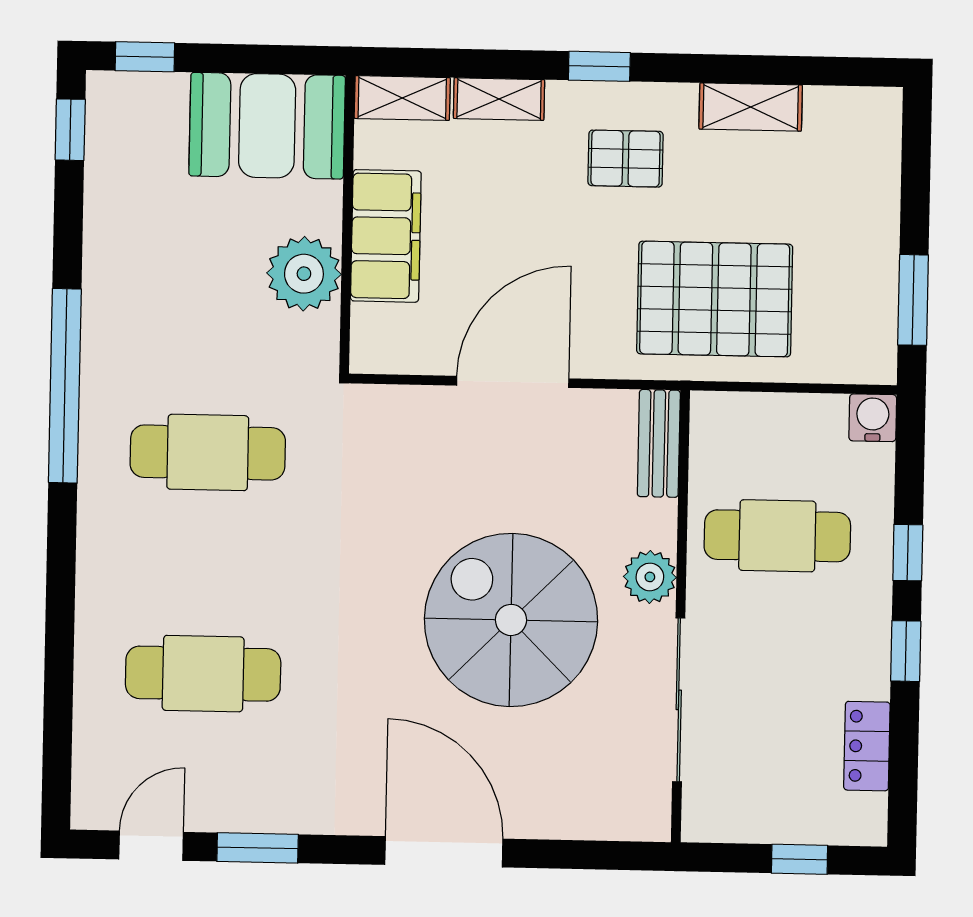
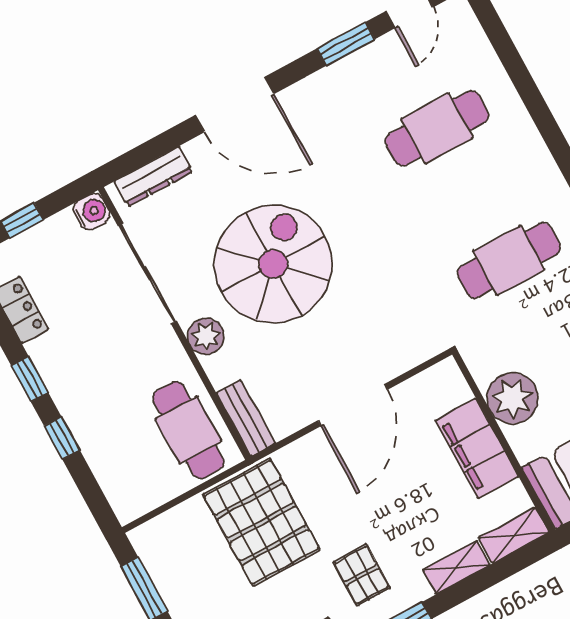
pallet: (626, 159) -> (362, 575), turned 90
pallet: (715, 299) -> (262, 522), turned 90
water cooler: (873, 418) -> (92, 212), moved, turned -90
cafe table: (777, 536) -> (188, 430), moved, turned 90
spiral stairs: (511, 620) -> (273, 264), turned -90
dresser: (600, 819) -> (154, 176), added

